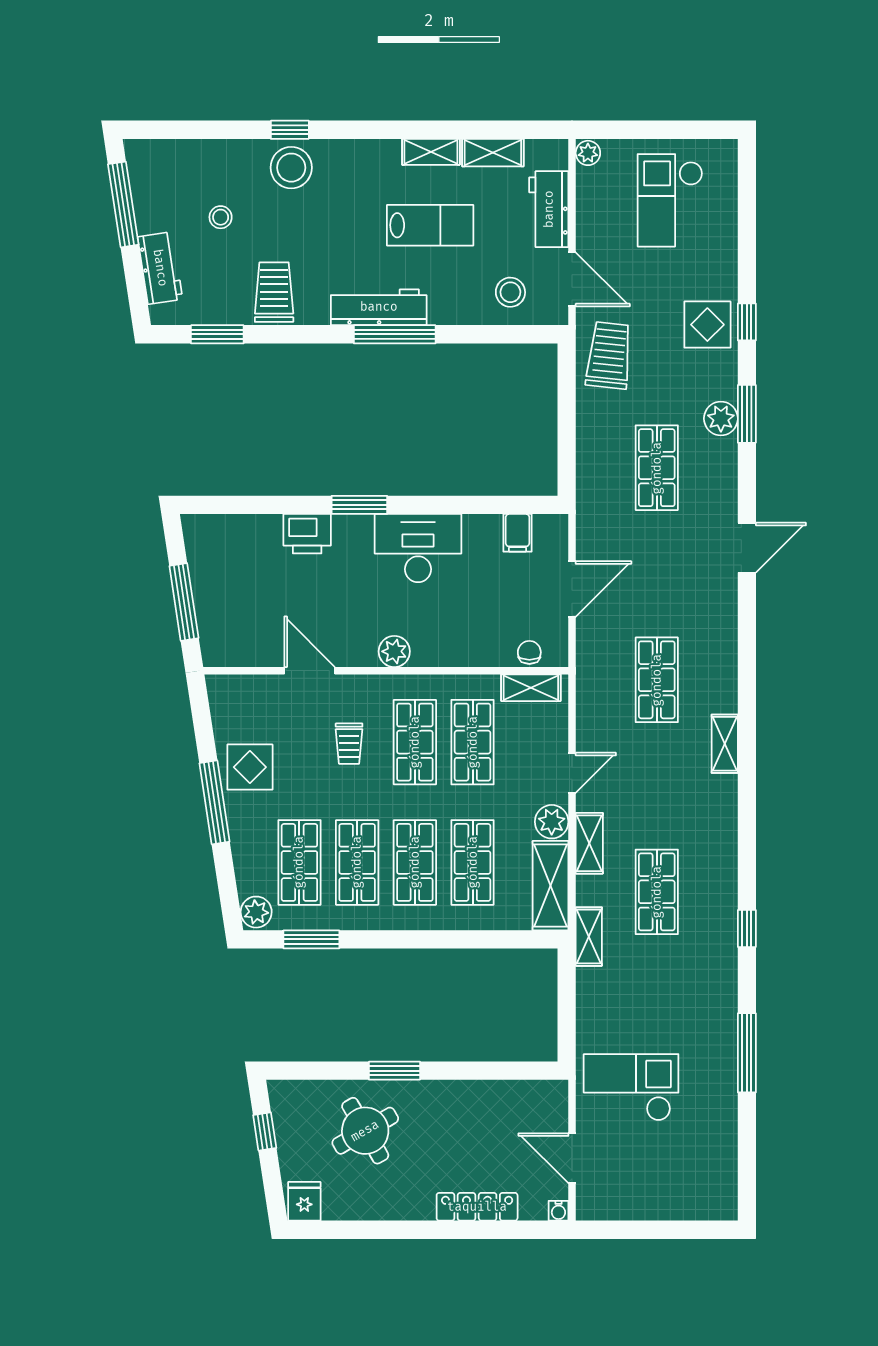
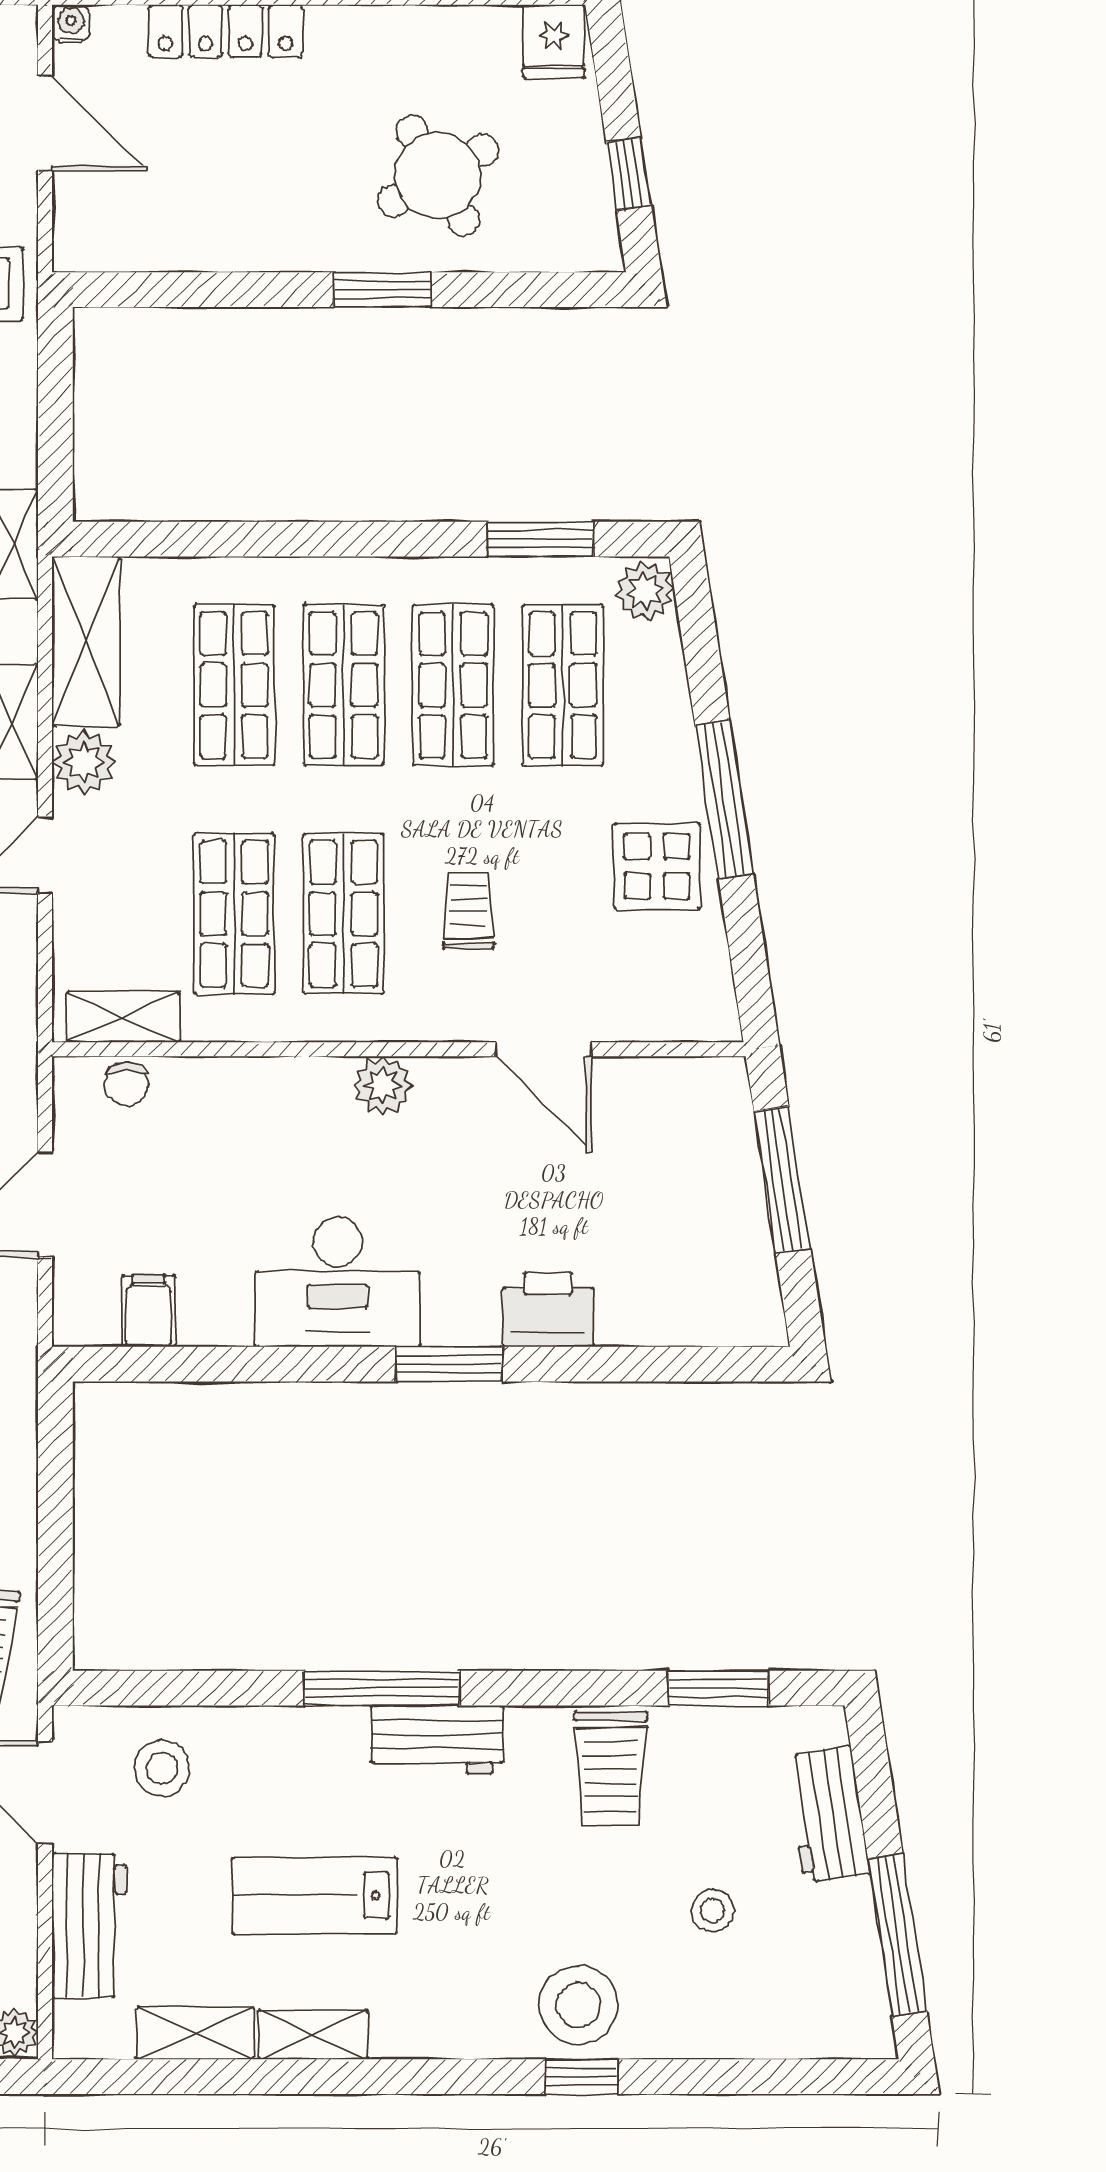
workbench: (379, 307) -> (437, 1740), width x0.73

